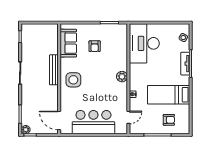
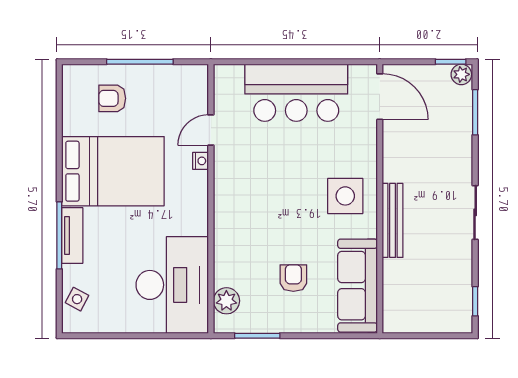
sofa: (68, 43) -> (357, 286), width x1.36
plant: (122, 77) -> (226, 301), moved
bed: (169, 95) -> (113, 171), width x1.50
door: (128, 117) -> (211, 130), moved

